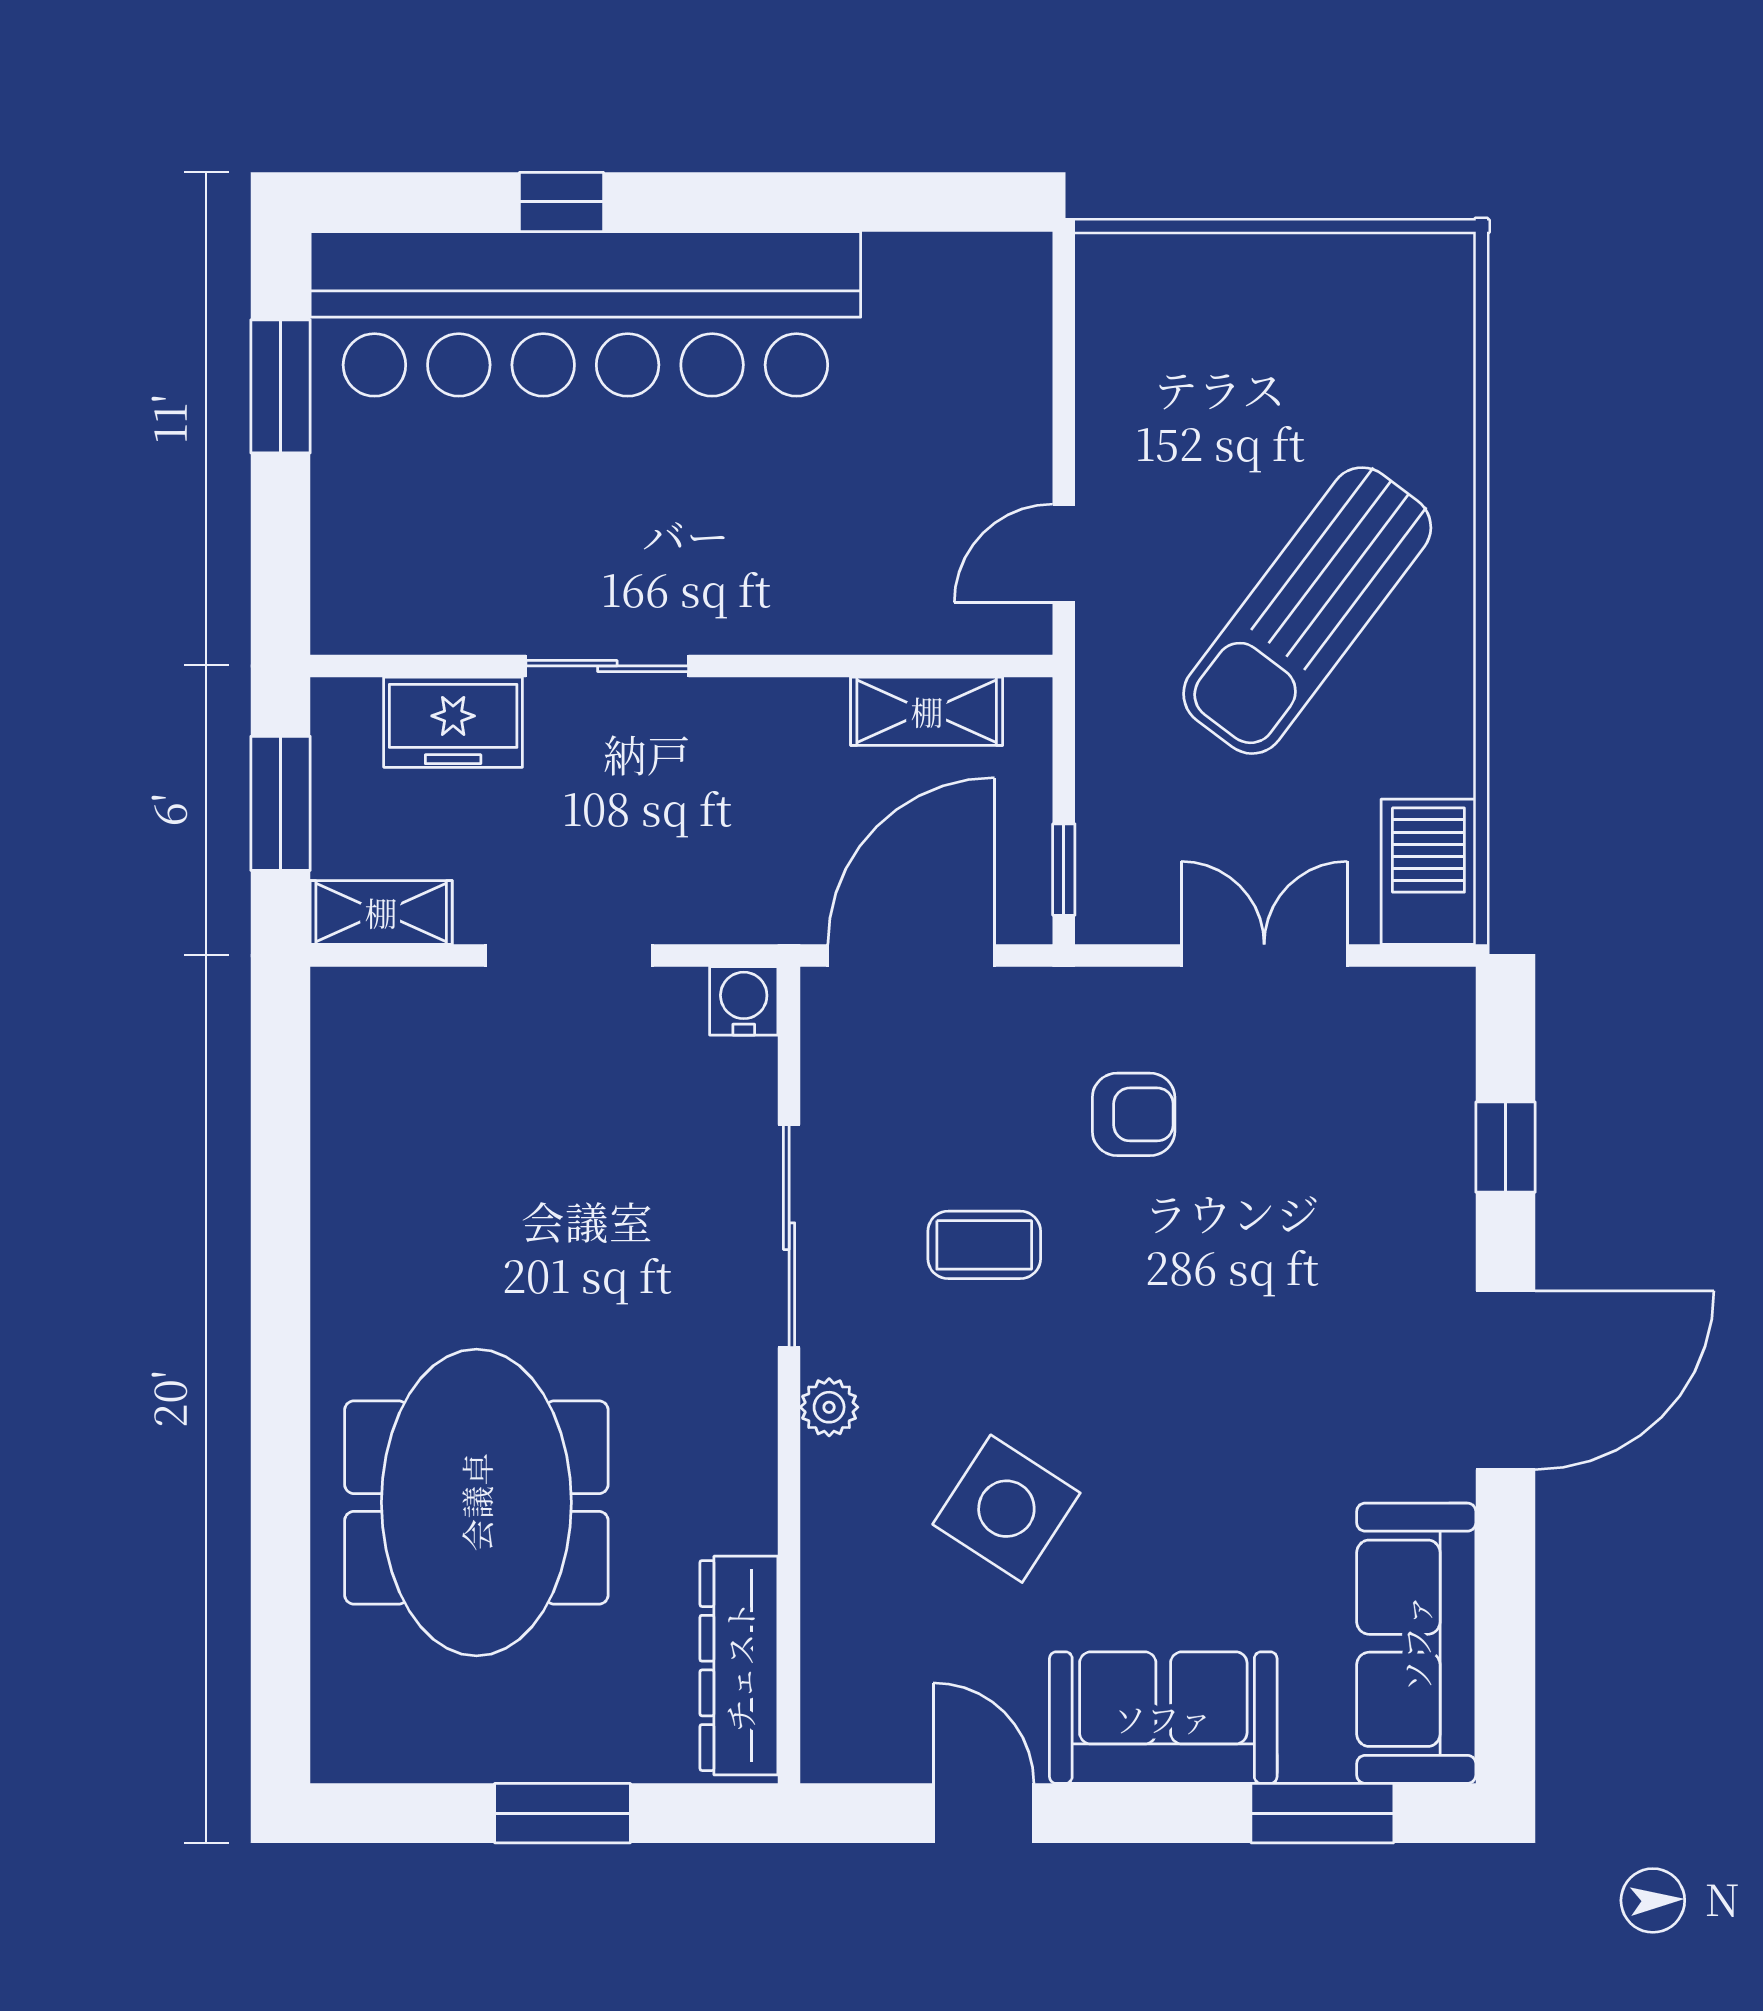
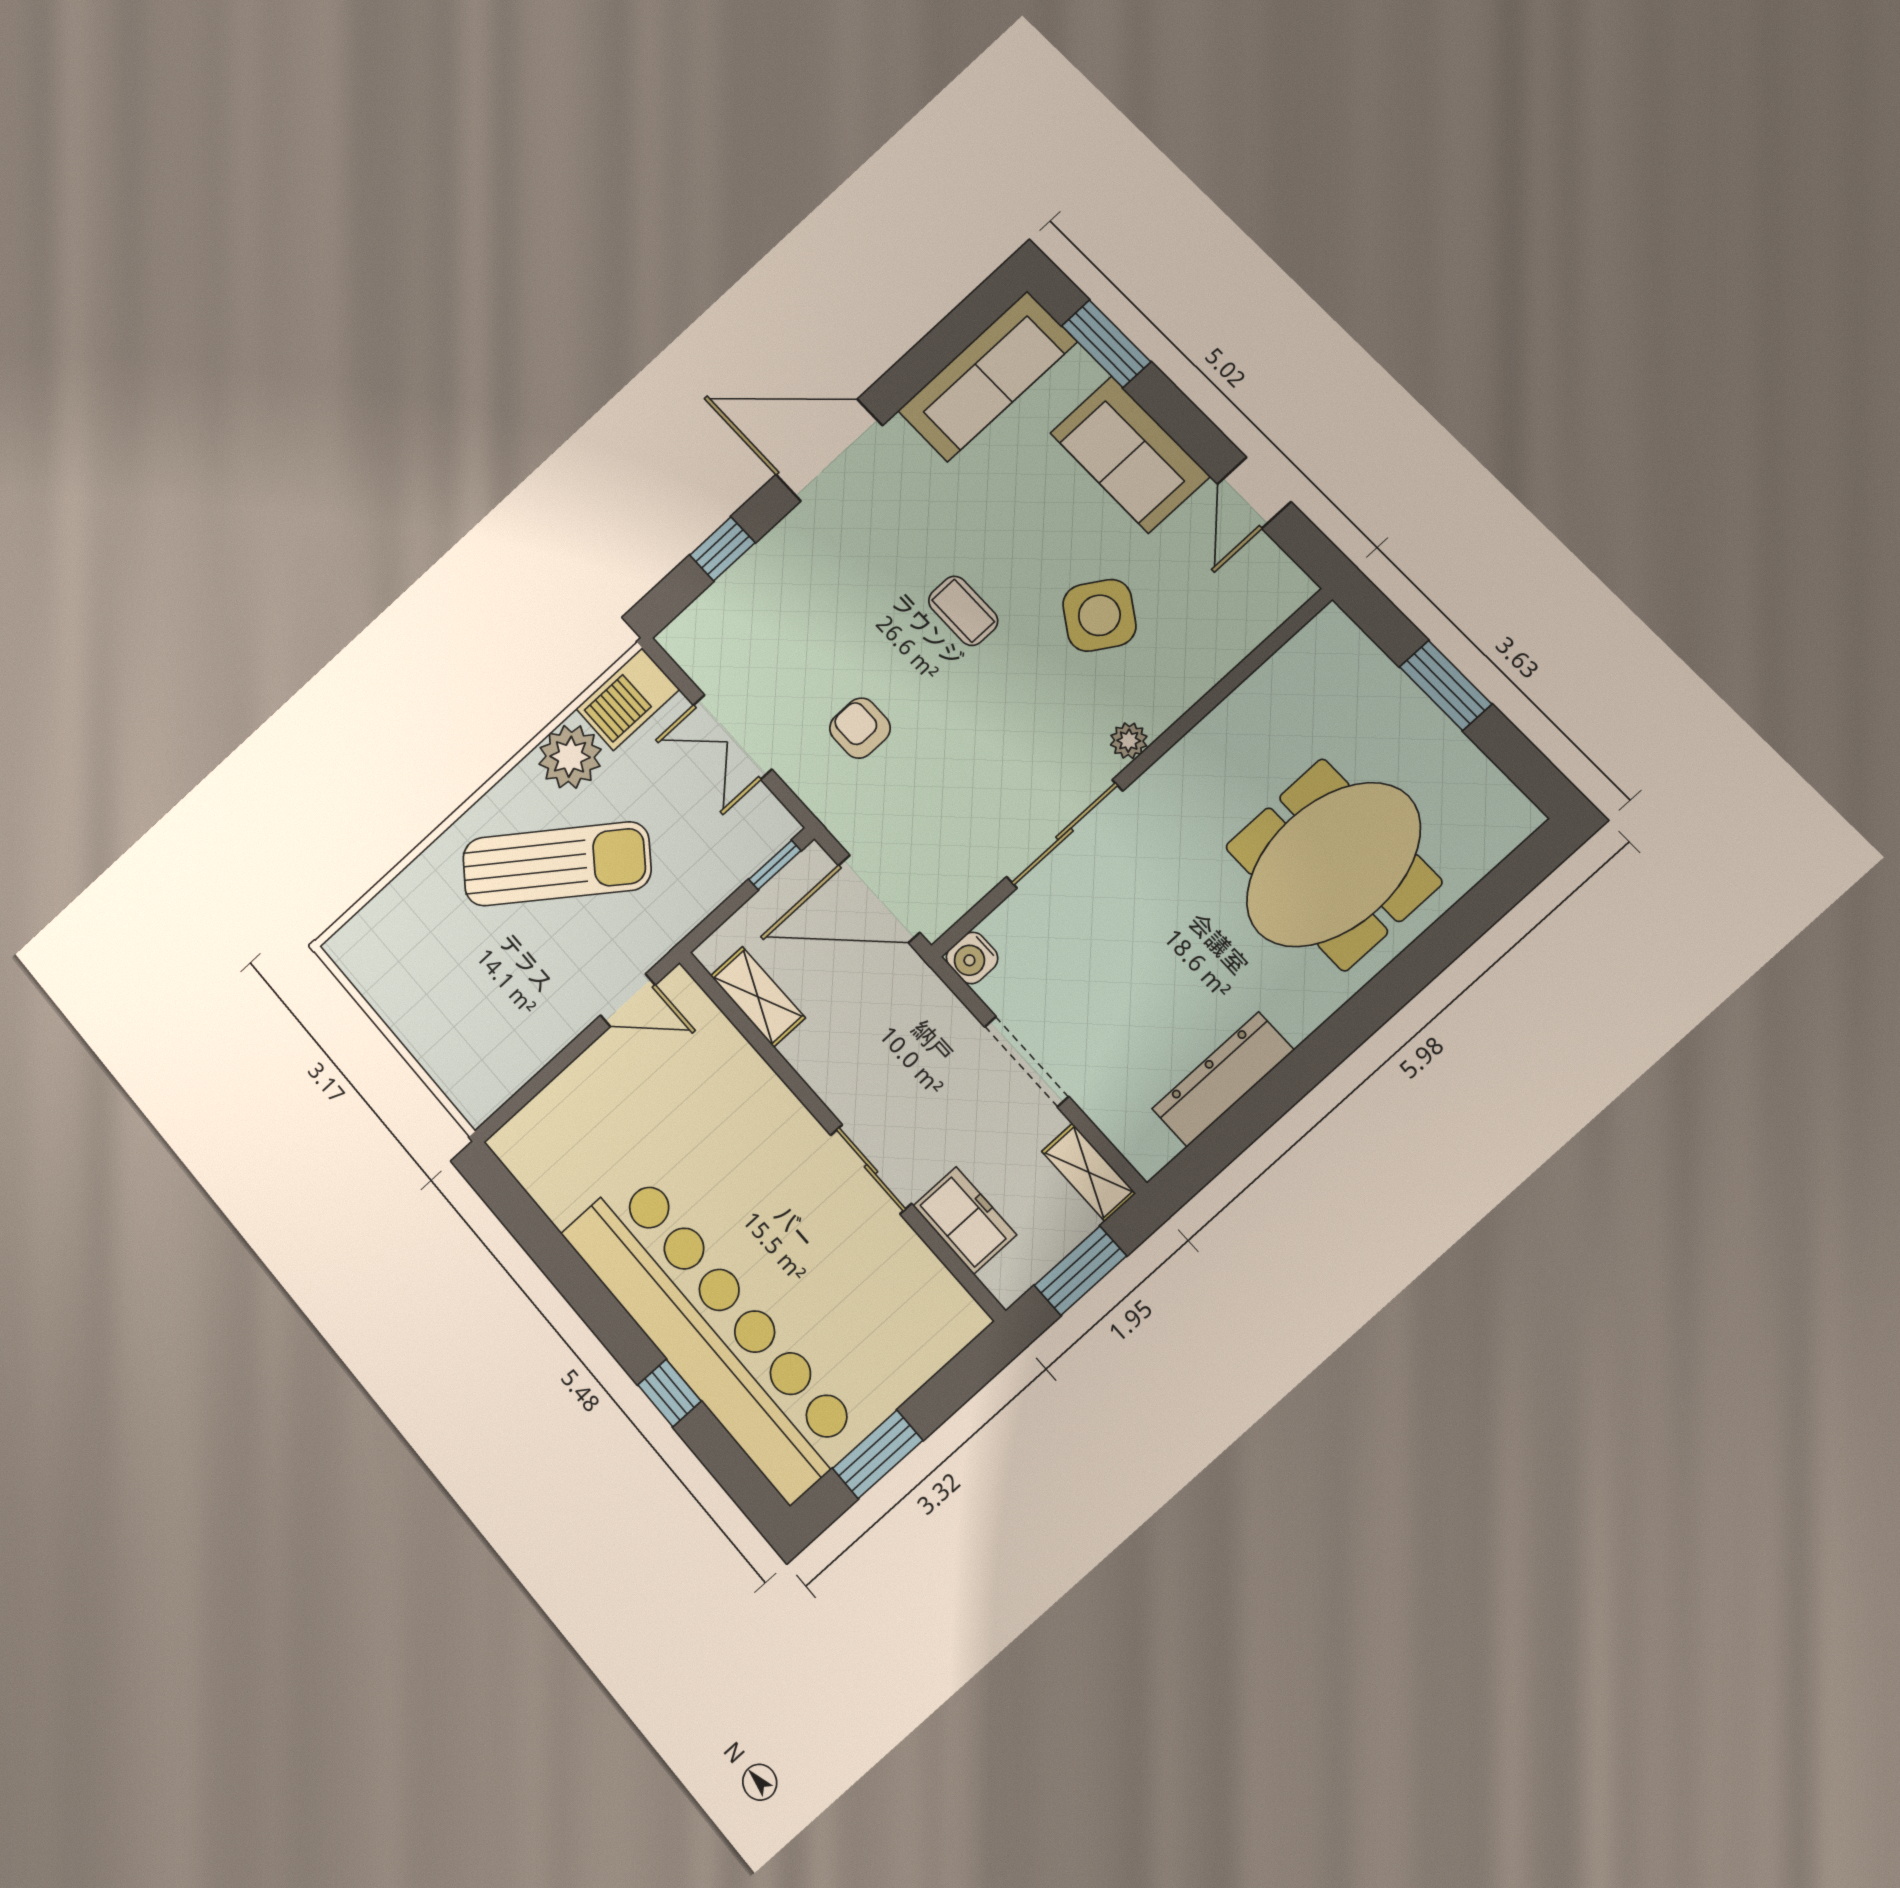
plant: (1423, 741) -> (570, 757), added
coffee table: (984, 1245) -> (963, 611), moved
dresser: (739, 1666) -> (1223, 1079), moved, turned 180

